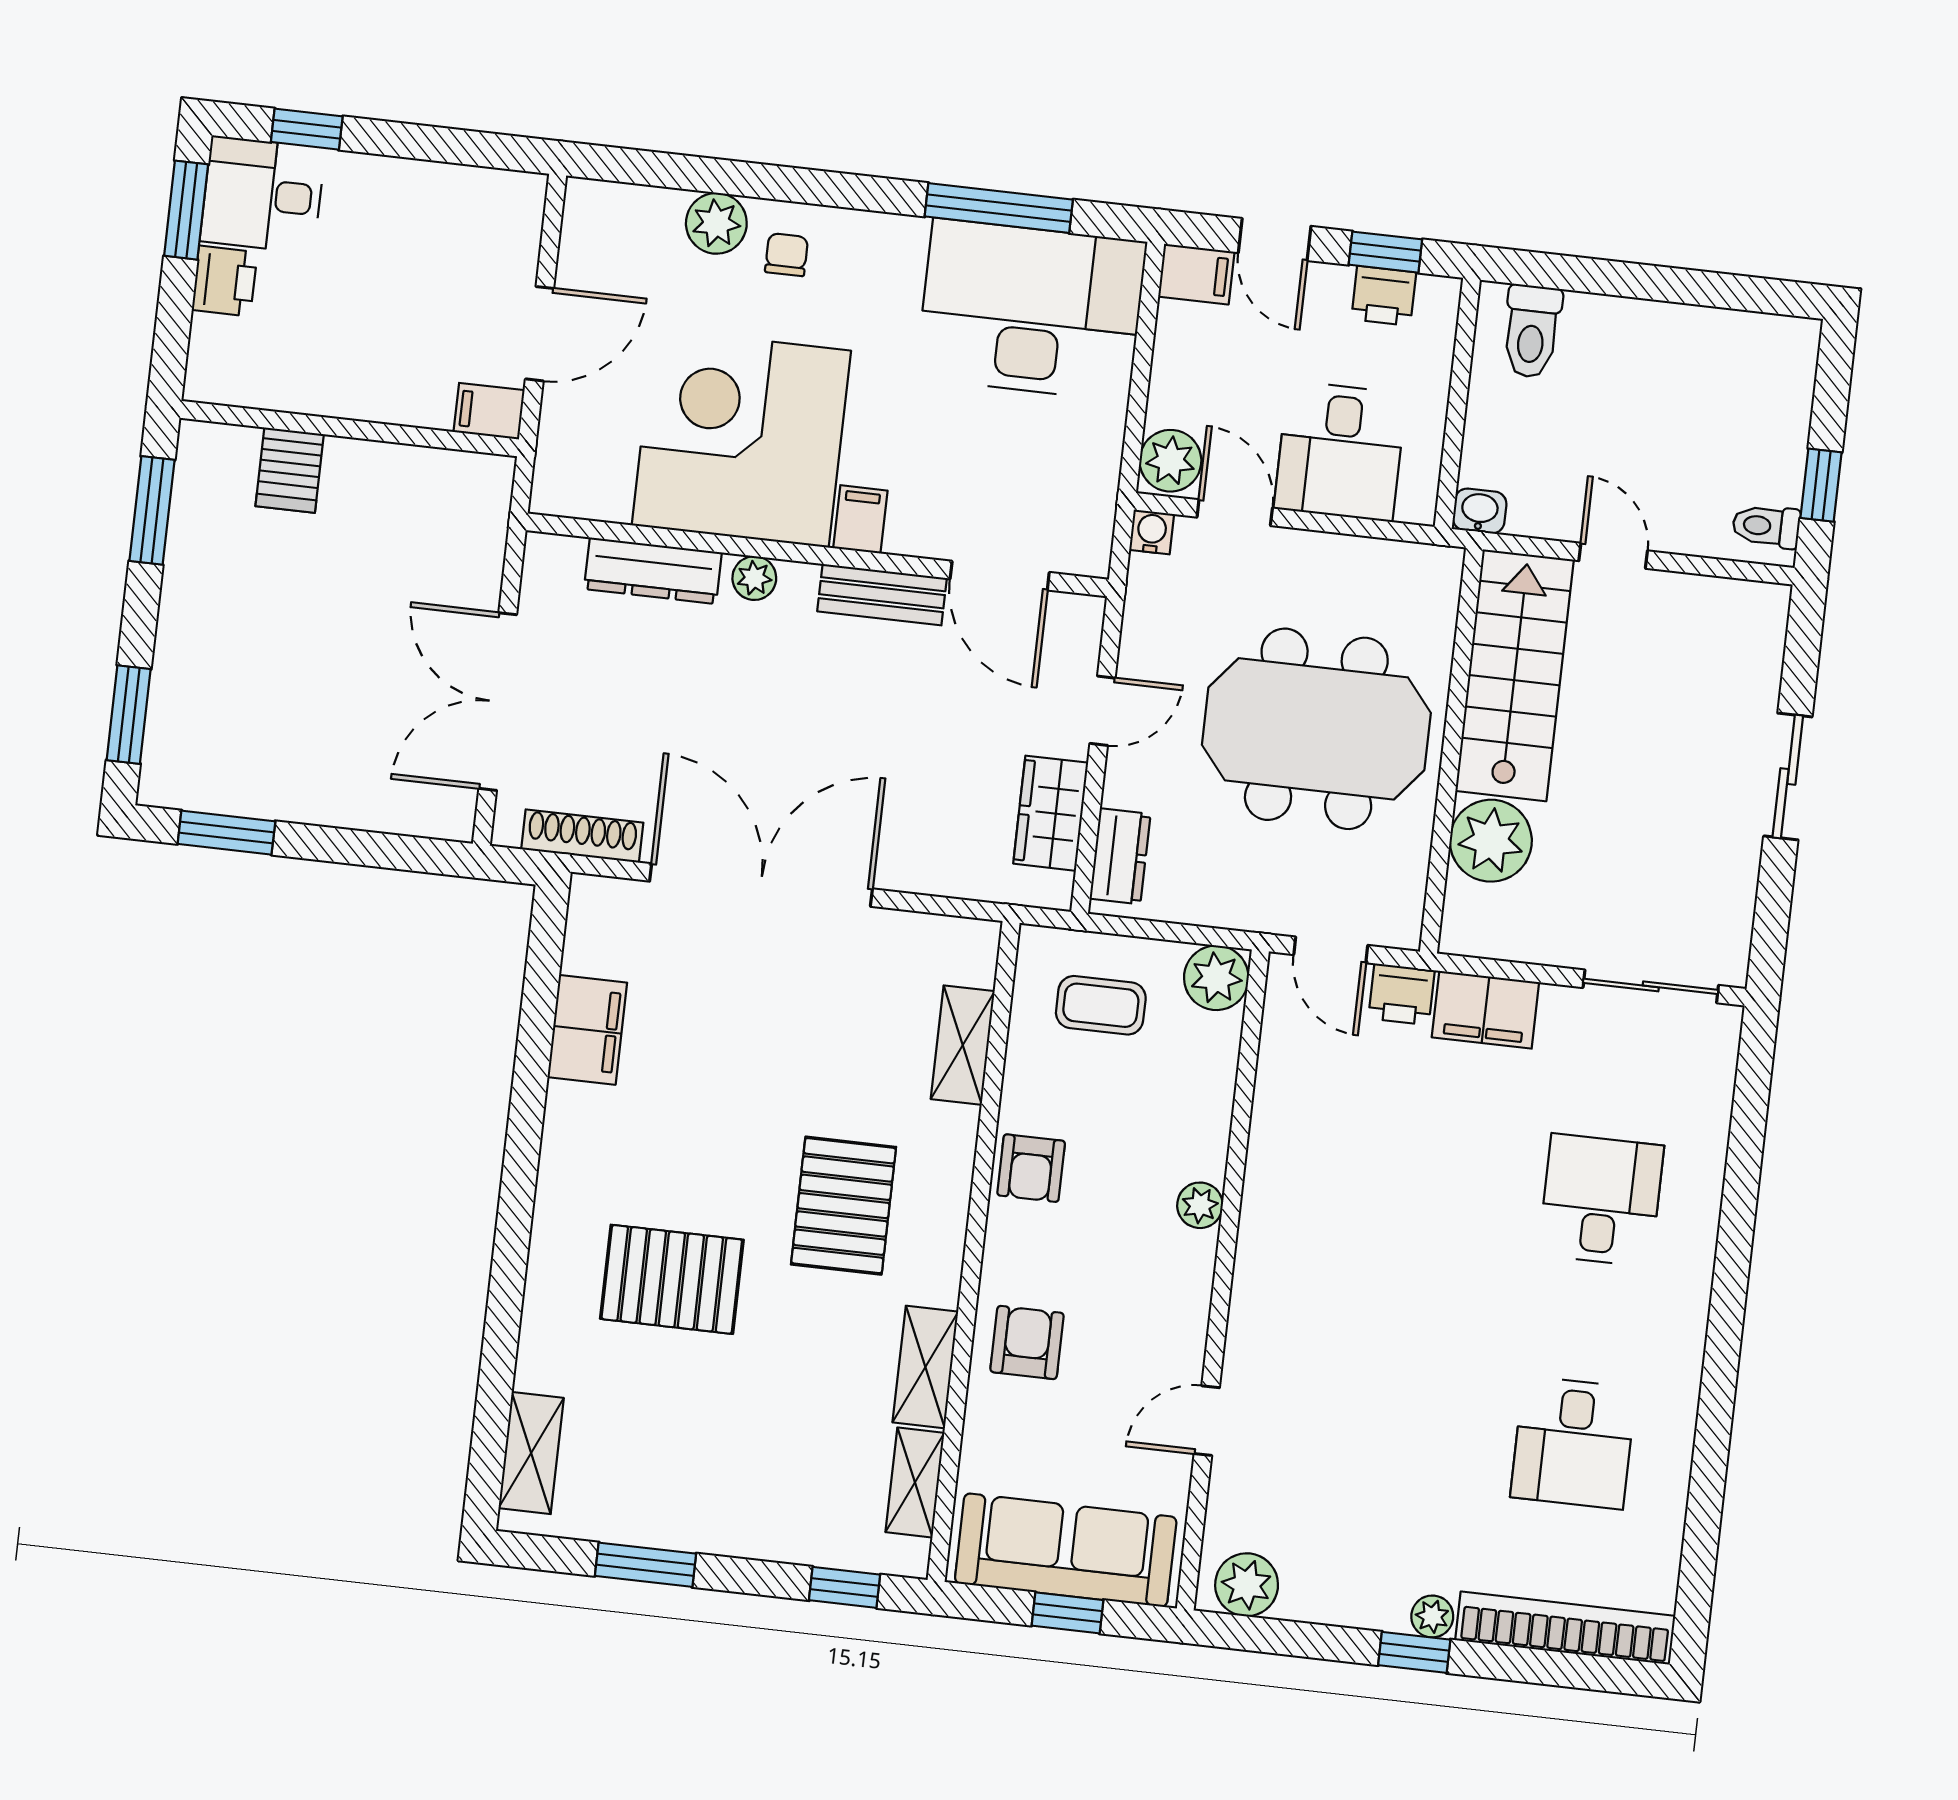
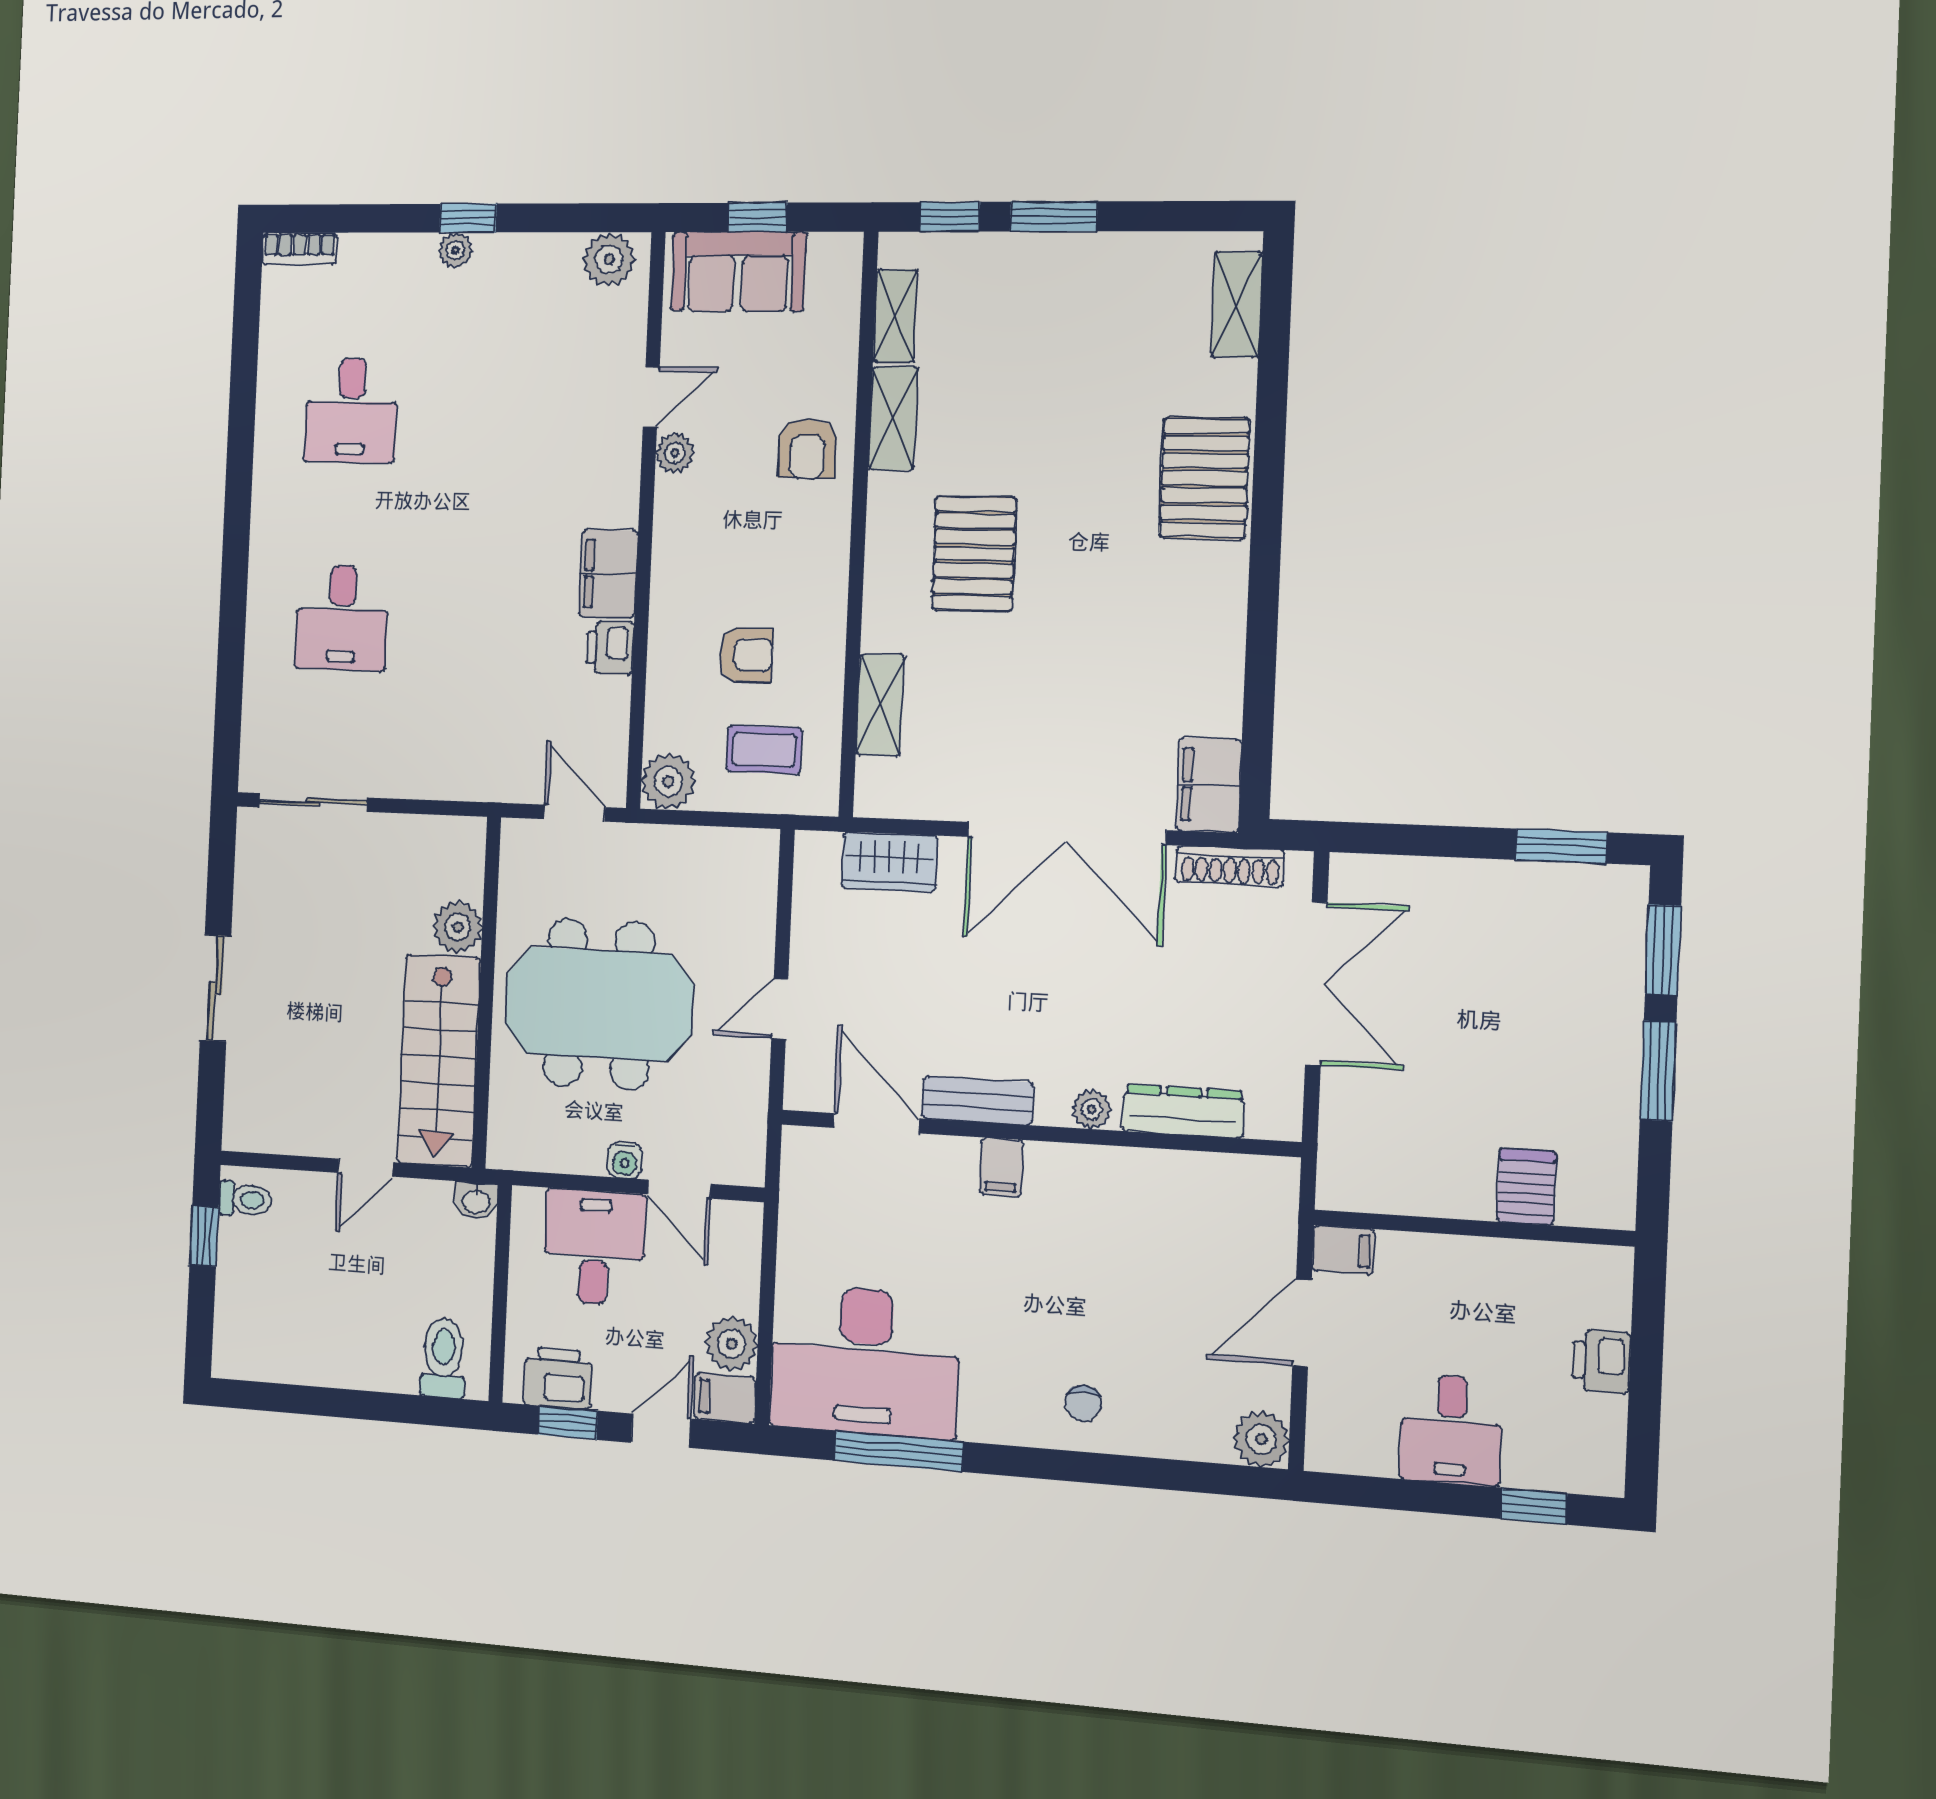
desk: (263, 195) -> (1451, 1430), moved, turned 90
window: (186, 210) -> (1644, 1427), removed
plant: (716, 223) -> (1261, 1439), moved
door: (1275, 239) -> (661, 1431), hinge flipped
printer: (1384, 296) -> (558, 1378), width x1.36, depth x1.24
corner desk: (741, 438) -> (1112, 1235), removed
plant: (1170, 461) -> (731, 1344), moved
window: (152, 510) -> (1658, 1071), moved
water cooler: (1152, 532) -> (625, 1160), moved
door: (1613, 556) -> (366, 1168), hinge flipped
wardrobe: (1051, 813) -> (889, 862), moved, turned 90
plant: (1491, 841) -> (458, 927), width x0.73, depth x0.73
dresser: (1120, 856) -> (756, 882), removed
printer: (1401, 994) -> (610, 648), moved, turned -90
filing cabinet: (1485, 1010) -> (608, 574), moved, turned -90
filing cabinet: (587, 1030) -> (1209, 785), moved
armchair: (1031, 1168) -> (746, 655), moved, turned 90
plant: (1200, 1205) -> (675, 453), moved
pallet: (672, 1279) -> (1204, 478), moved, turned 90
desk: (1573, 1443) -> (351, 411), turned 180
sofa: (1066, 1550) -> (738, 272), width x0.73
window: (646, 1565) -> (1054, 216), moved
bookcase: (1565, 1628) -> (299, 249), width x0.43, depth x0.76

